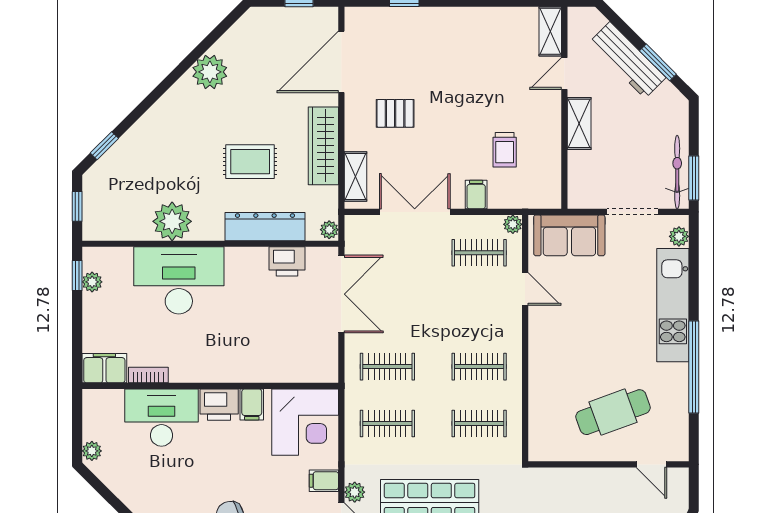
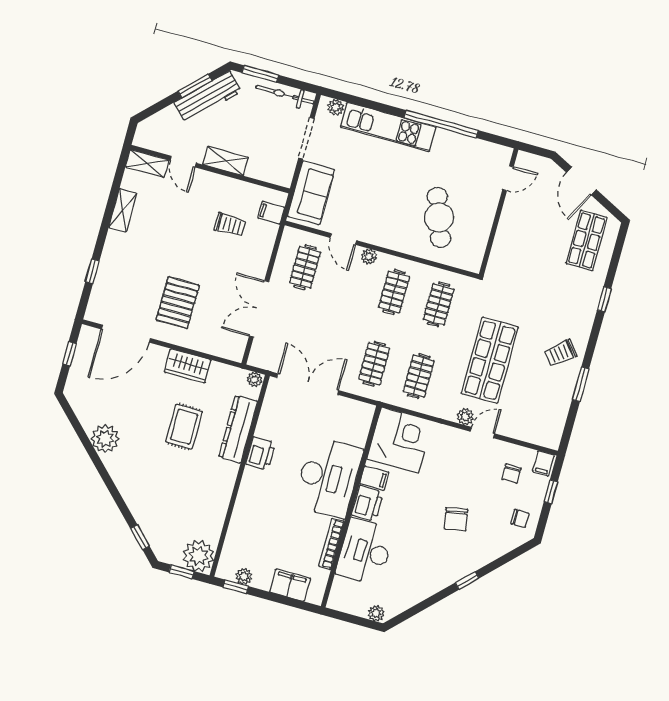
workbench: (627, 60) -> (208, 97), moved
door: (341, 62) -> (126, 334), hinge flipped
pallet: (395, 113) -> (178, 303), width x1.50, depth x1.42
wardrobe: (323, 146) -> (188, 366), width x0.67
shelving: (355, 176) -> (123, 210), moved, turned 90
window: (694, 178) -> (260, 74), moved
filing cabinet: (476, 195) -> (271, 213), moved
plant: (172, 221) -> (199, 556), moved
plant: (513, 224) -> (369, 257), moved
printer: (287, 261) -> (261, 453), moved
desk: (179, 280) -> (328, 477), moved, turned 180
door: (525, 289) -> (343, 239), swing flipped
filing cabinet: (104, 368) -> (290, 585), moved, turned 90
bookcase: (148, 375) -> (331, 544), width x1.56
cafe table: (613, 412) -> (439, 217), moved
filing cabinet: (324, 481) -> (450, 438), removed

